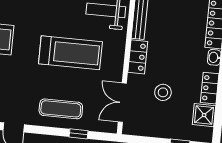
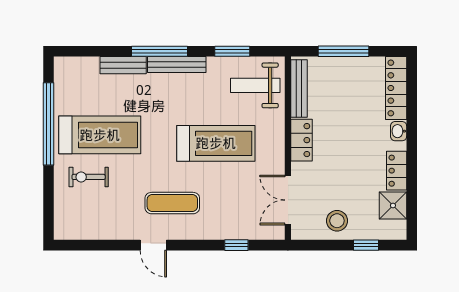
stool: (163, 92) -> (337, 221), moved
exercise mat: (61, 109) -> (172, 203), moved

